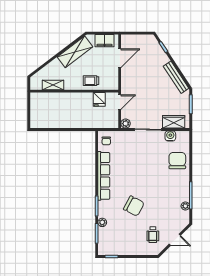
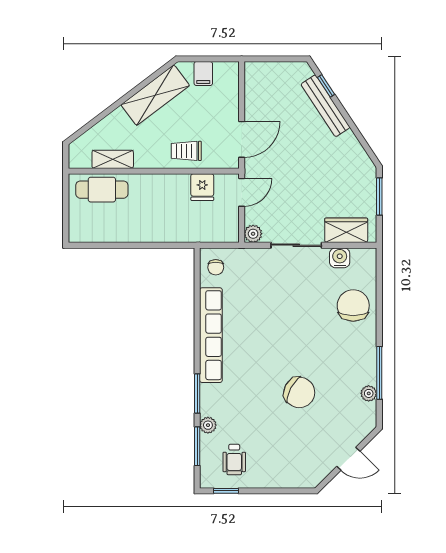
filing cabinet: (105, 41) -> (203, 74), width x0.50
door: (120, 58) -> (242, 139), moved
bench: (176, 77) -> (325, 106), moved
cafe table: (47, 101) -> (102, 190), added
chair: (134, 206) -> (299, 392), moved
wheelchair: (153, 235) -> (234, 459), moved

